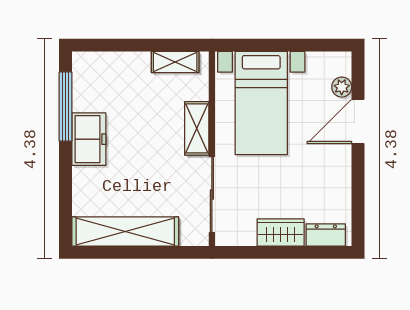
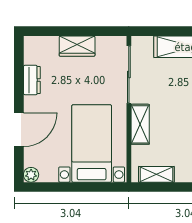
plant: (342, 87) -> (31, 175), moved
dresser: (326, 235) -> (32, 80), moved, turned -90

